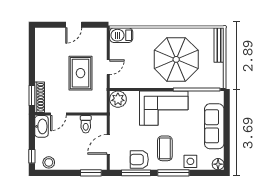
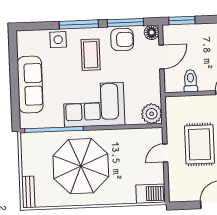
bench: (219, 45) -> (28, 192), width x0.73
floor lamp: (218, 164) -> (152, 32), moved

